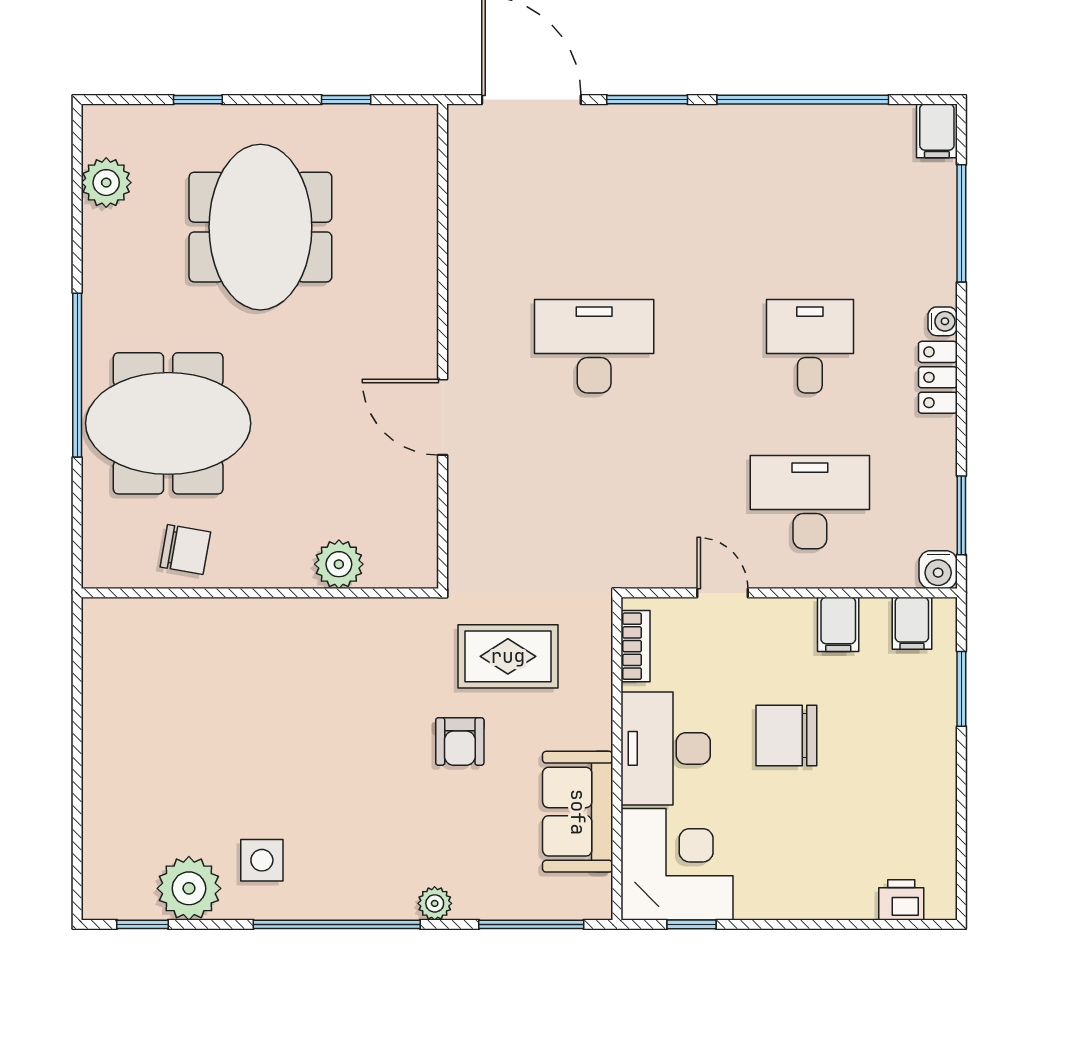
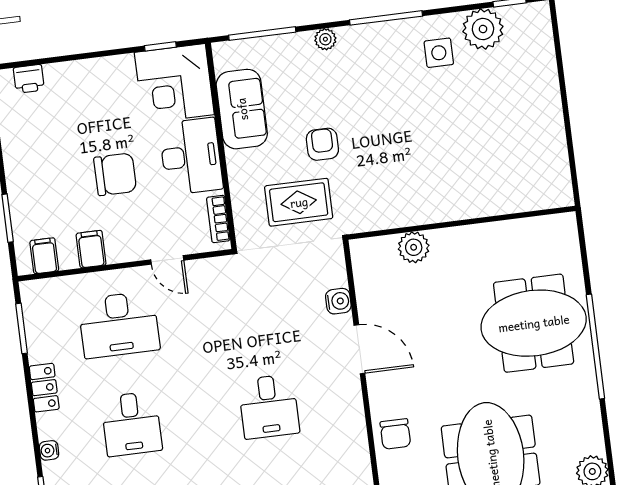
desk: (594, 346) -> (269, 406), width x0.73
locker: (938, 377) -> (44, 388), moved
chair: (185, 549) -> (395, 434), moved, turned -100
water cooler: (938, 570) -> (338, 301), moved, turned 90
window: (337, 924) -> (386, 18), width x0.68

